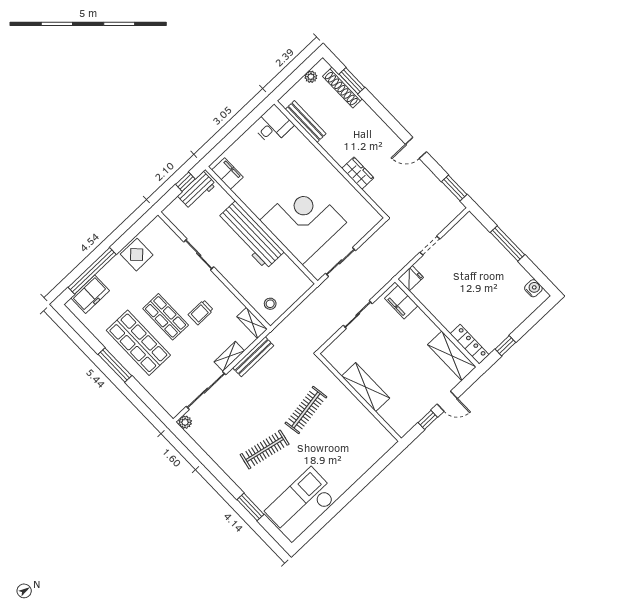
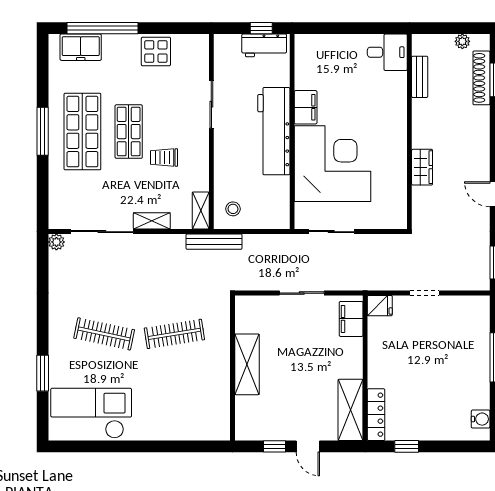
bench: (306, 122) -> (420, 77), width x0.73
filing cabinet: (227, 174) -> (306, 107), moved
bench: (253, 357) -> (214, 242), moved

